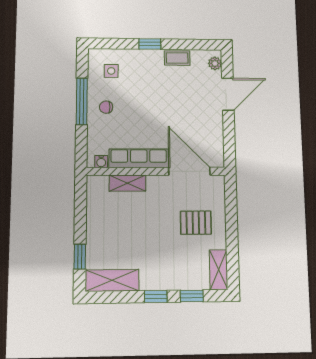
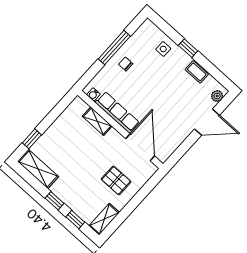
side table: (111, 71) -> (163, 49), moved

